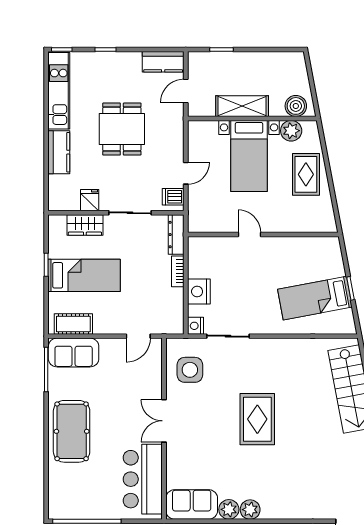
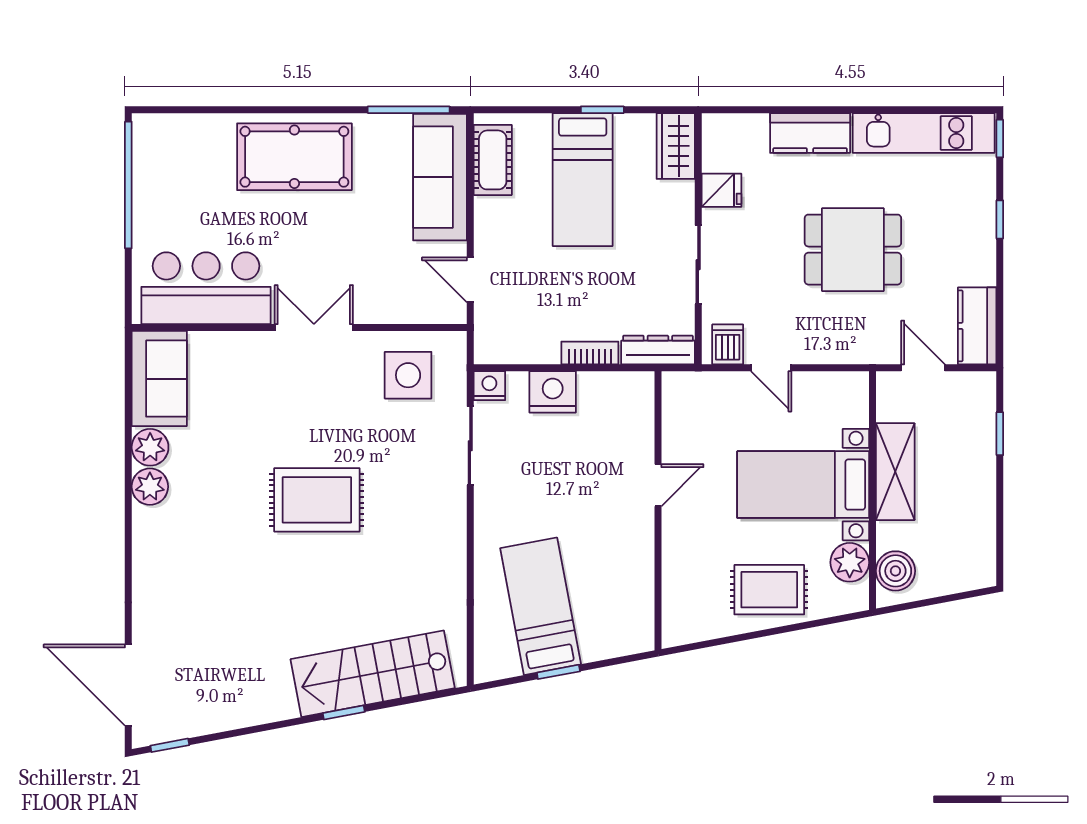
wardrobe: (85, 225) -> (676, 146), moved
sofa: (74, 353) -> (440, 177), width x1.36

